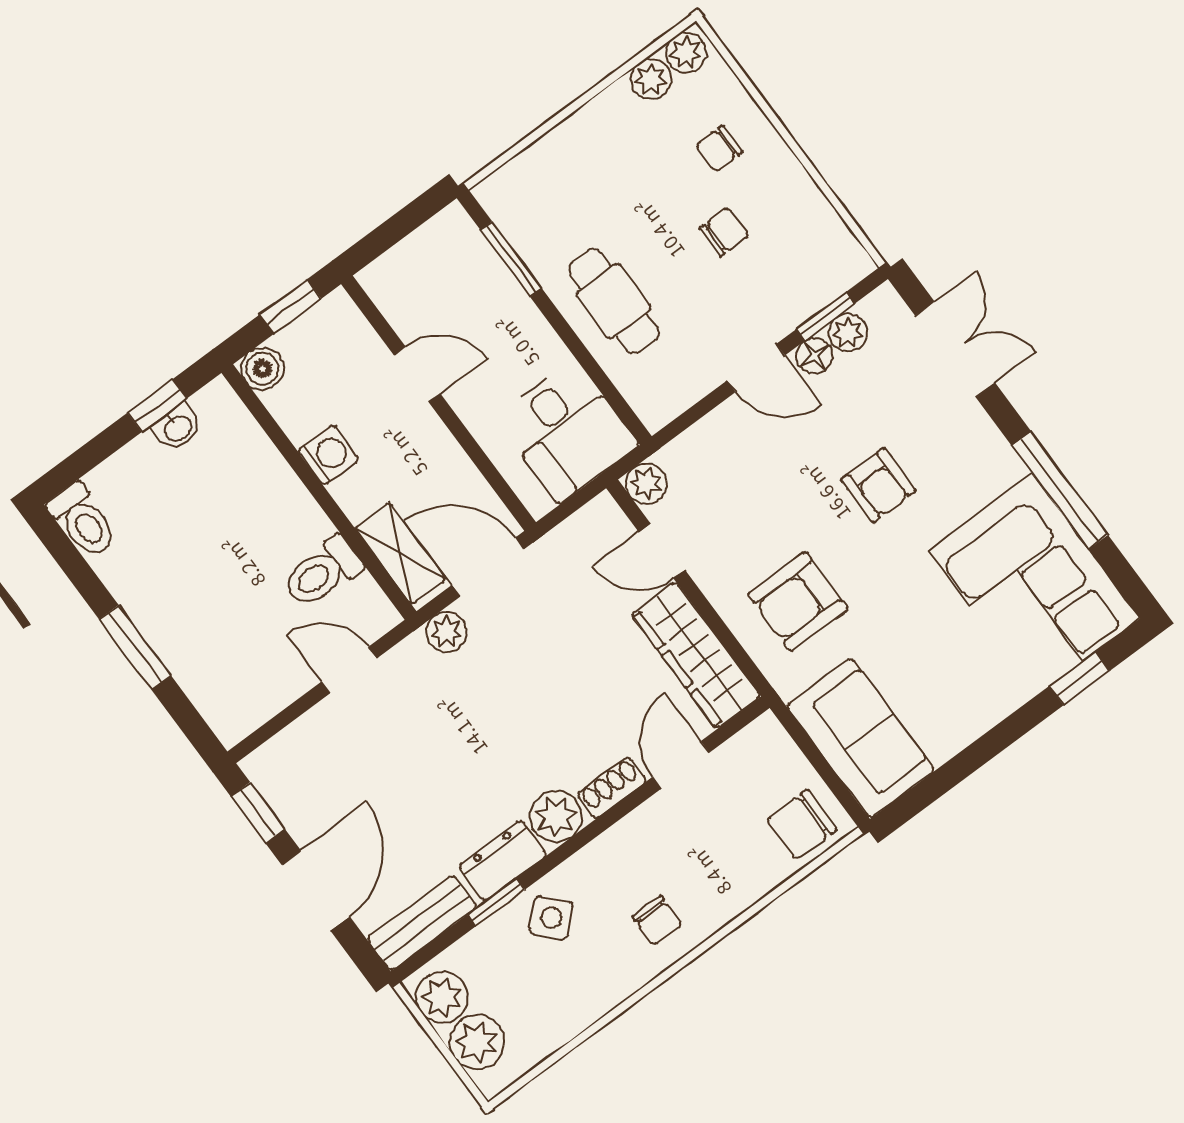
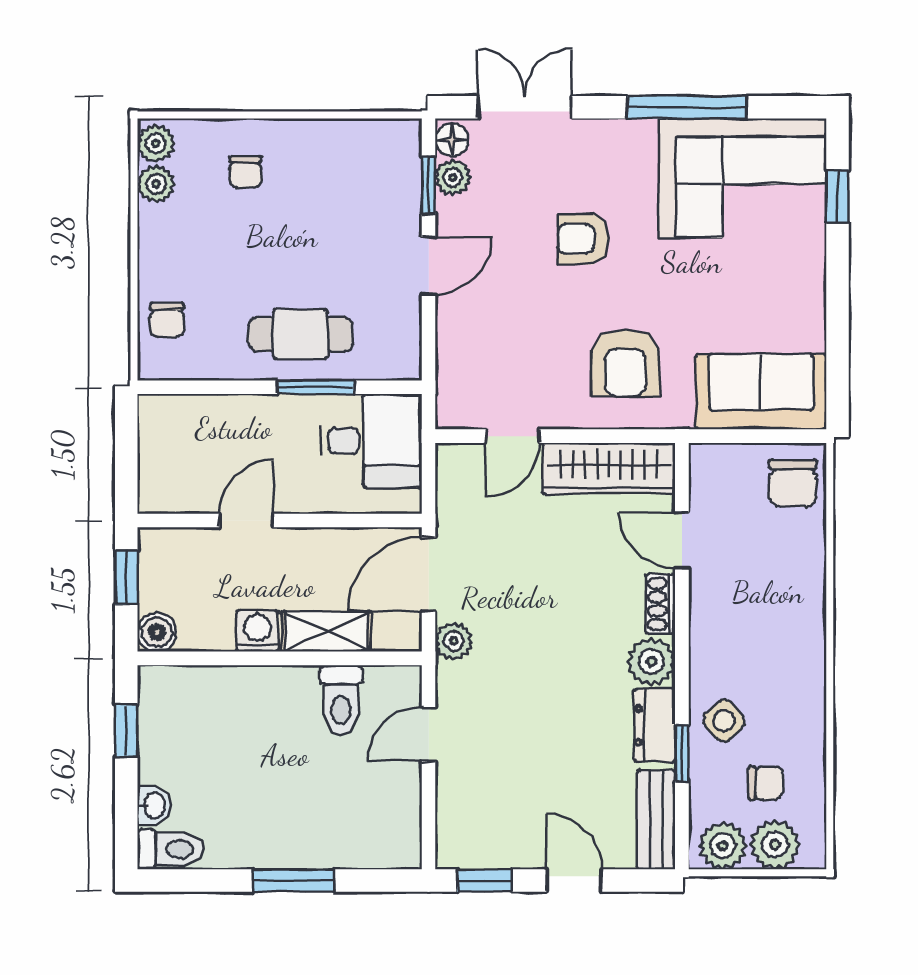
chair: (724, 232) -> (167, 320), moved, turned 180
window: (511, 259) -> (316, 387), moved
floor lamp: (814, 356) -> (452, 140), moved
washbasin: (178, 427) -> (154, 805), moved
plant: (646, 484) -> (454, 411), removed
armchair: (878, 485) -> (583, 239), turned 180
shelving: (401, 554) -> (326, 632), moved
door: (316, 891) -> (574, 881), width x0.73
chair: (657, 921) -> (765, 783), moved

